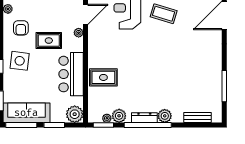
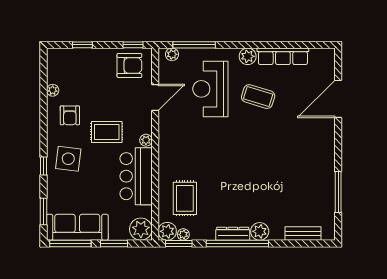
plant: (79, 33) -> (146, 140), moved
rug: (103, 77) -> (185, 198), moved, turned 90
plant: (119, 116) -> (167, 231), moved

